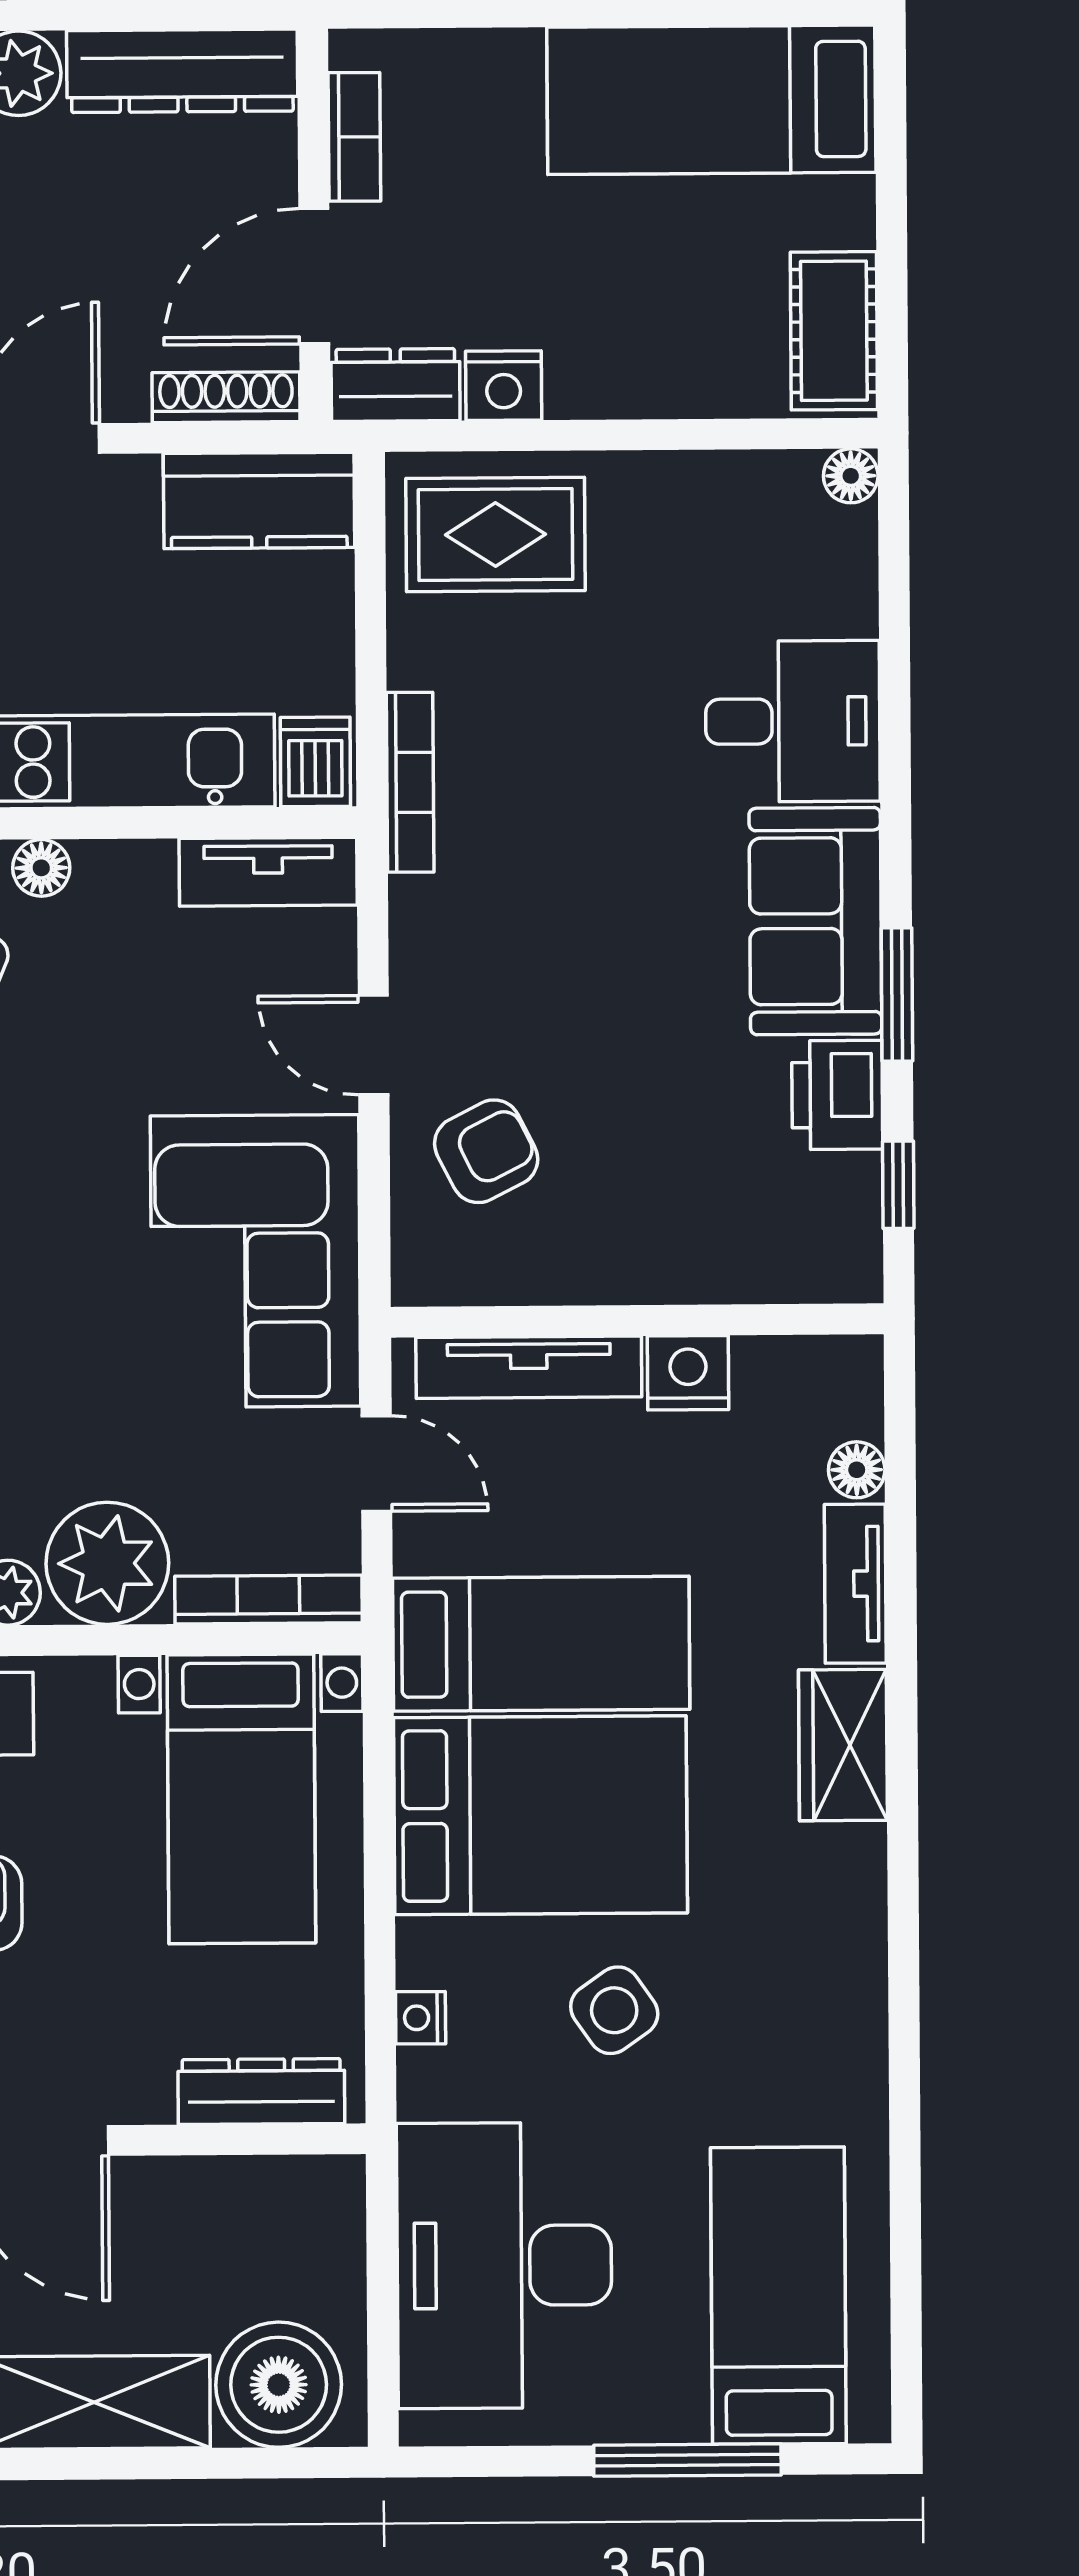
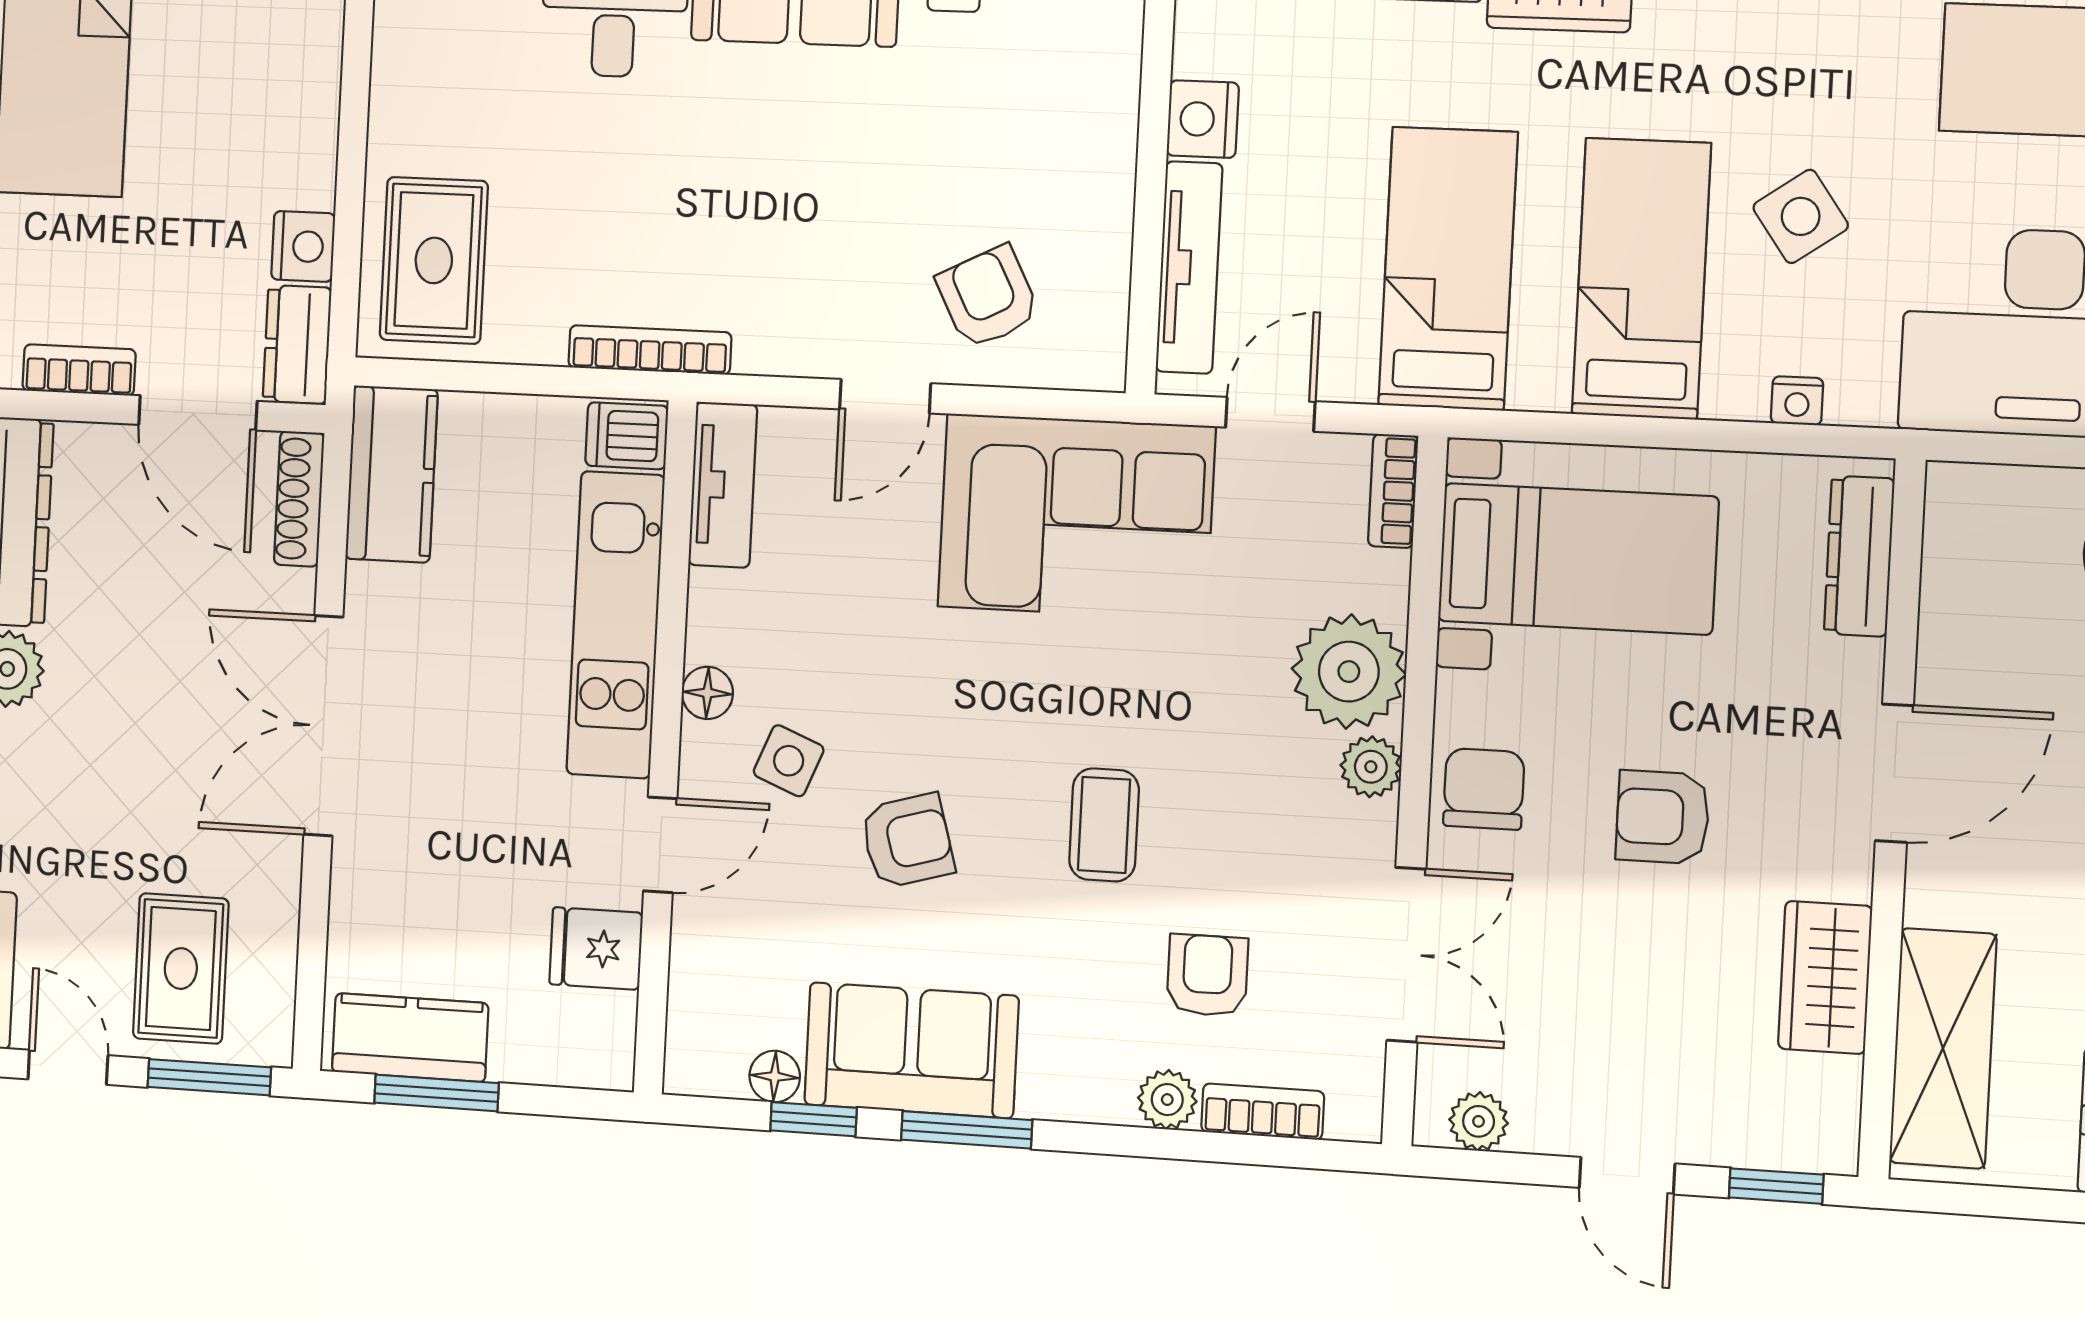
bookcase: (268, 1599) -> (1393, 491), width x0.64
bed: (540, 1815) -> (1641, 279), width x0.67

